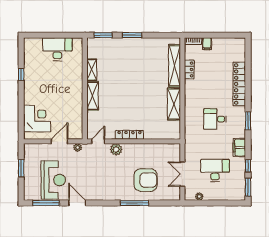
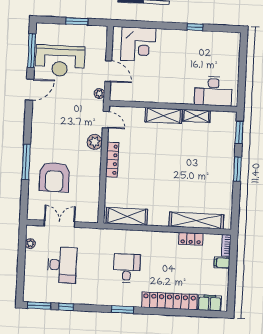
desk: (57, 49) -> (213, 91), moved, turned 90
shelving: (174, 104) -> (127, 216), moved
filing cabinet: (239, 148) -> (210, 303), moved

